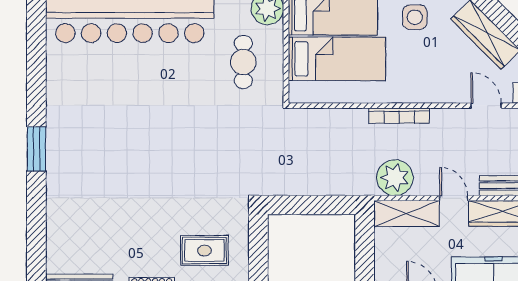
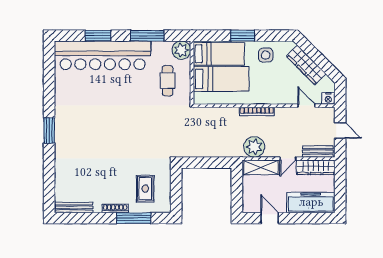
door: (454, 198) -> (288, 159), swing flipped
rug: (204, 251) -> (145, 189), turned 90

